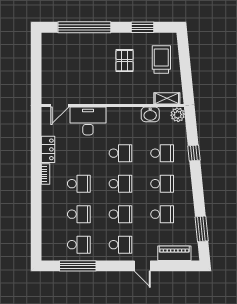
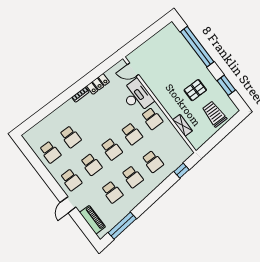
trolley: (161, 60) -> (214, 114), turned -90
shelving: (167, 98) -> (182, 125), moved
washbasin: (150, 114) -> (172, 134), removed
plant: (178, 115) -> (186, 152), removed
window: (194, 153) -> (182, 171), moved
school desk: (79, 184) -> (152, 119), moved
window: (202, 229) -> (122, 226), width x1.44
window: (78, 266) -> (36, 162), removed

